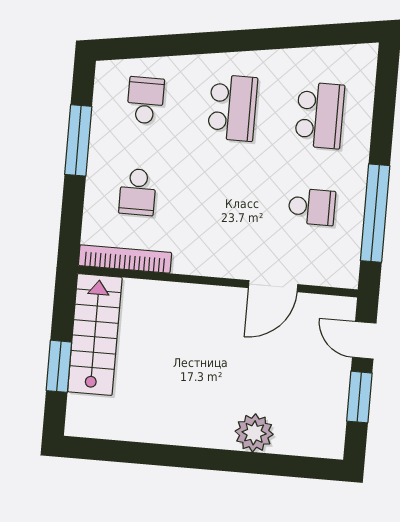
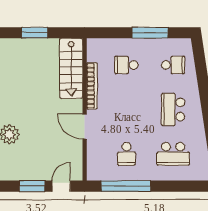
school desk: (233, 108) -> (173, 109), turned 90
bookcase: (125, 259) -> (92, 86), moved
door: (273, 286) -> (85, 127), moved
stairs: (95, 334) -> (71, 68), moved, turned 90

